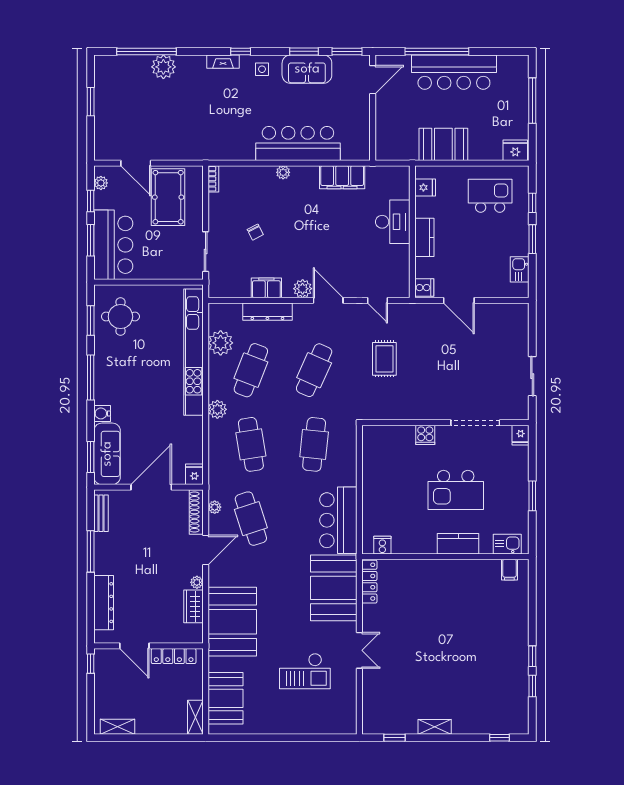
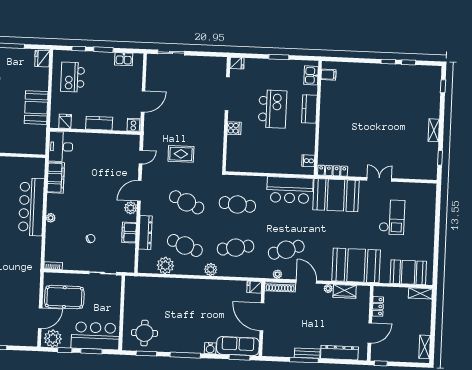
plant: (101, 183) -> (53, 339), width x1.87, depth x1.87
desk: (393, 222) -> (61, 147), moved, turned -90
kitchen unit: (194, 352) -> (171, 284), removed
sliding door: (532, 376) -> (171, 52), moved
bench: (101, 513) -> (307, 353), moved
locker: (174, 656) -> (378, 306), width x0.66

